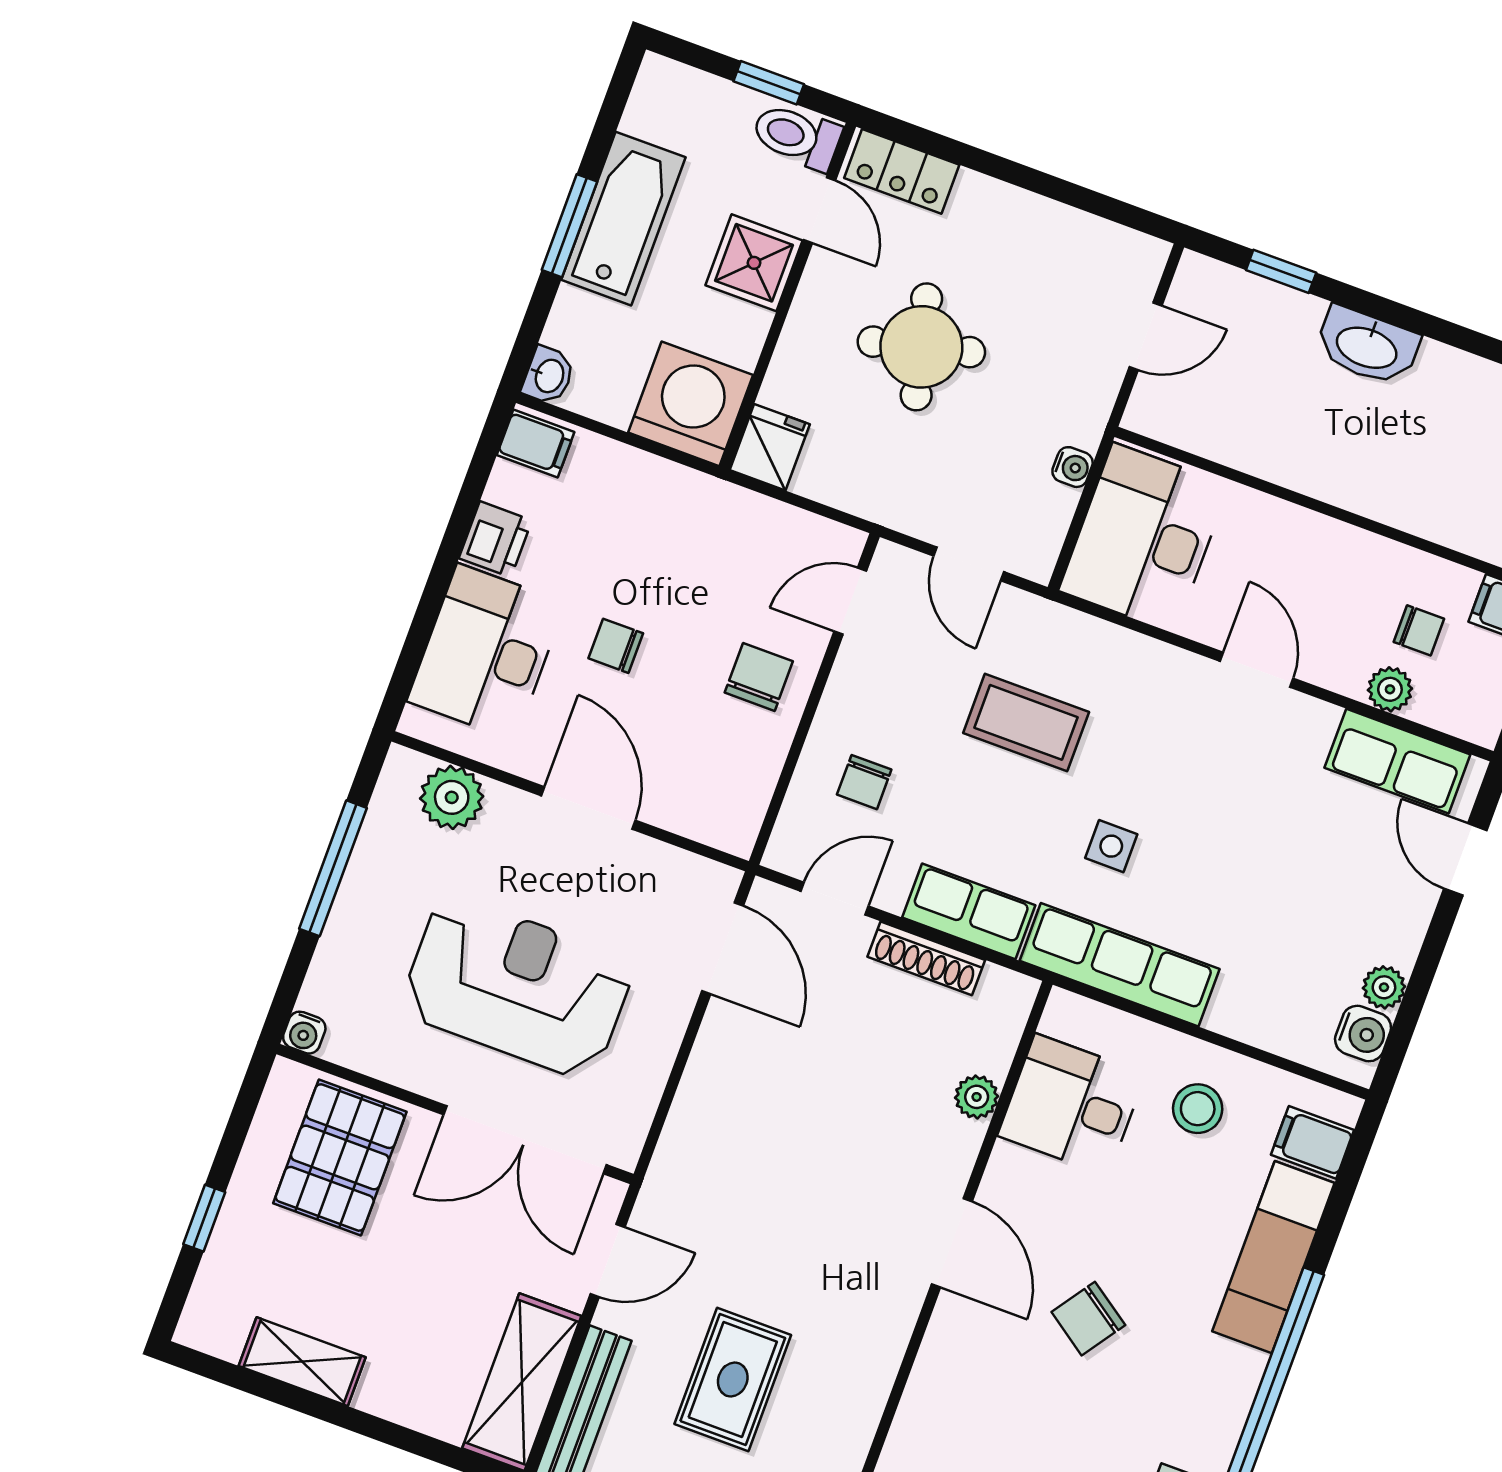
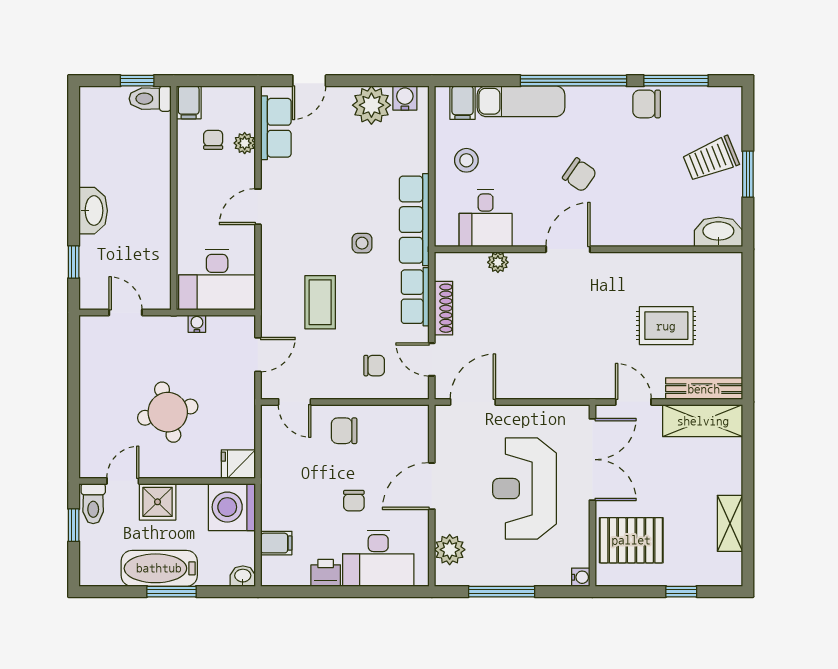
locker: (902, 171) -> (92, 450), removed
filing cabinet: (536, 443) -> (276, 543), moved, turned 90
plant: (1384, 987) -> (371, 105), width x1.88, depth x1.88

